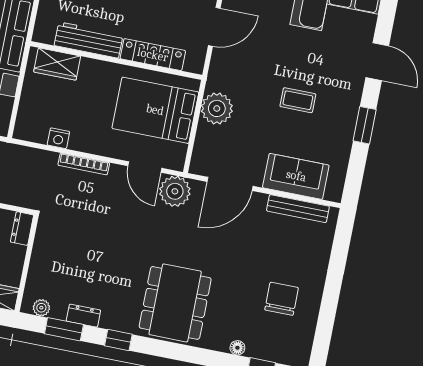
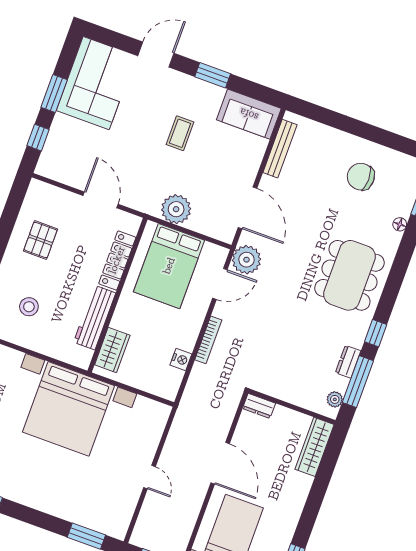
sofa: (296, 176) -> (249, 114), moved, turned -90
dining table: (175, 303) -> (349, 275), turned 90
window: (64, 329) -> (358, 382), width x1.44

